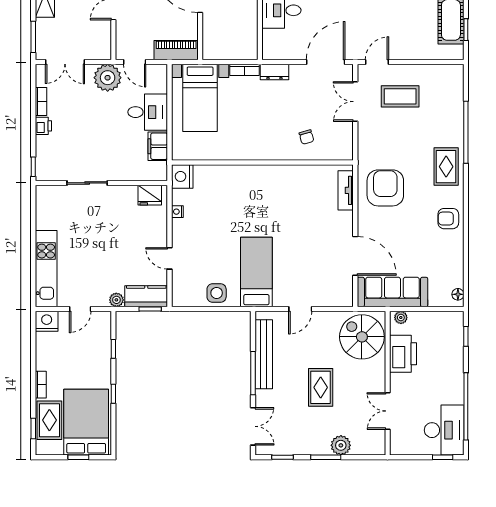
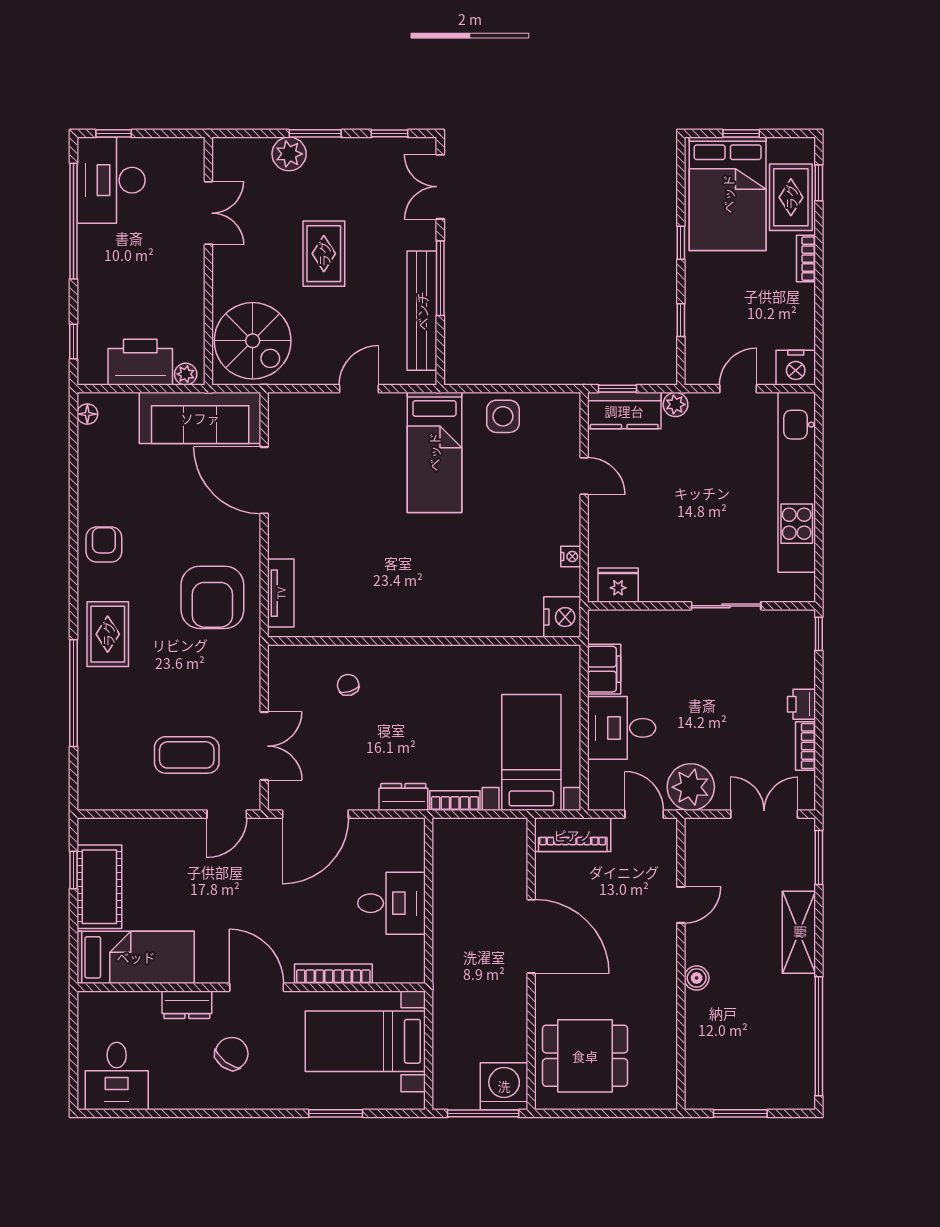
armchair: (448, 219) -> (104, 545), turned -90
kitchen unit: (46, 269) -> (797, 482), width x1.36
printer: (403, 354) -> (140, 362), moved, turned 90

